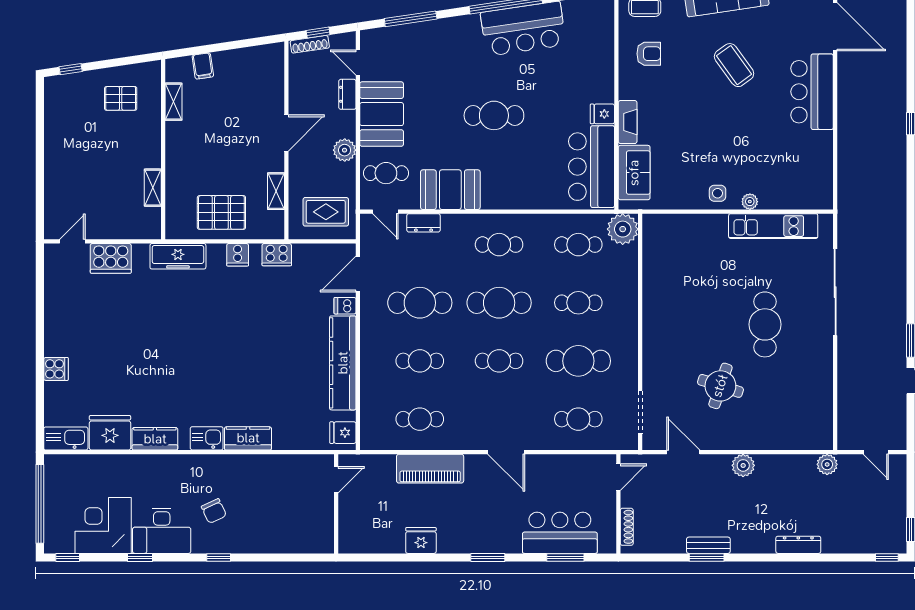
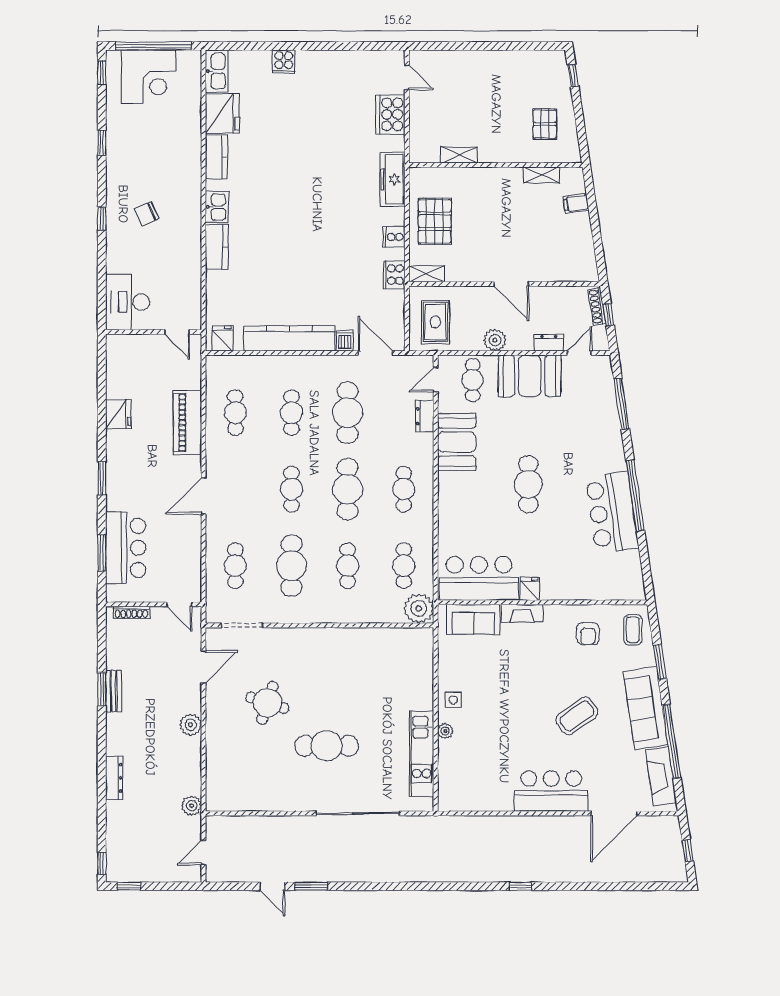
shelving: (276, 191) -> (427, 274), moved
corner desk: (103, 525) -> (149, 77), moved, turned 90
desk: (162, 531) -> (128, 302), moved

